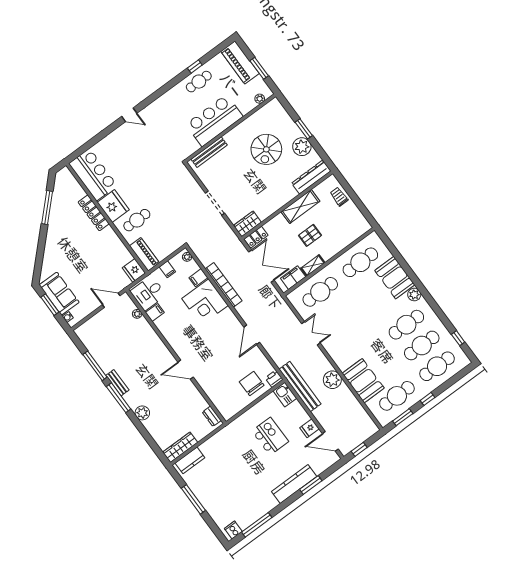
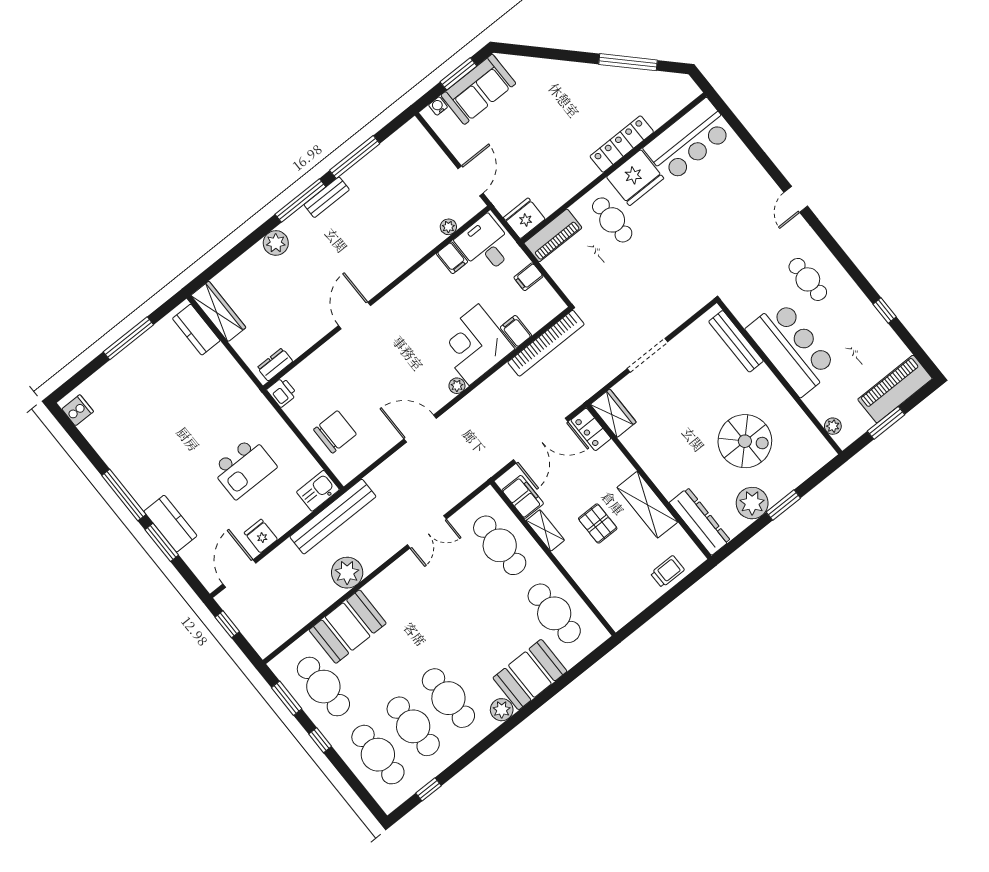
cafe table: (199, 82) -> (808, 279), moved
spiral stairs: (266, 149) -> (745, 441), turned 180
plant: (187, 257) -> (457, 386), moved
bookcase: (224, 285) -> (546, 343), moved
printer: (274, 379) -> (282, 392), moved
kitchen counter: (294, 484) -> (170, 524), width x0.67
window: (257, 525) -> (124, 495), moved

